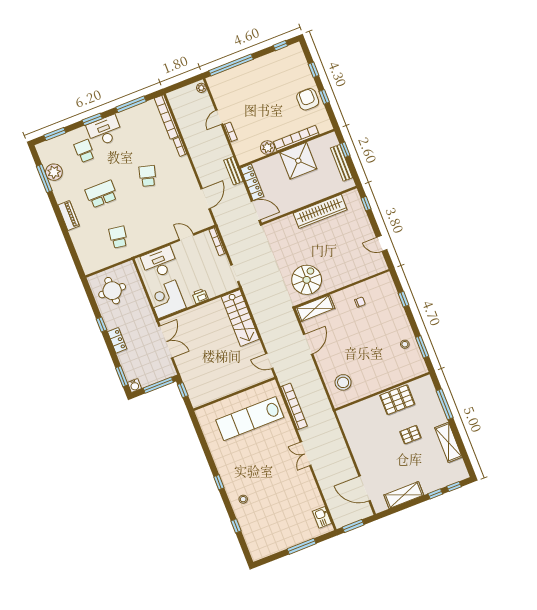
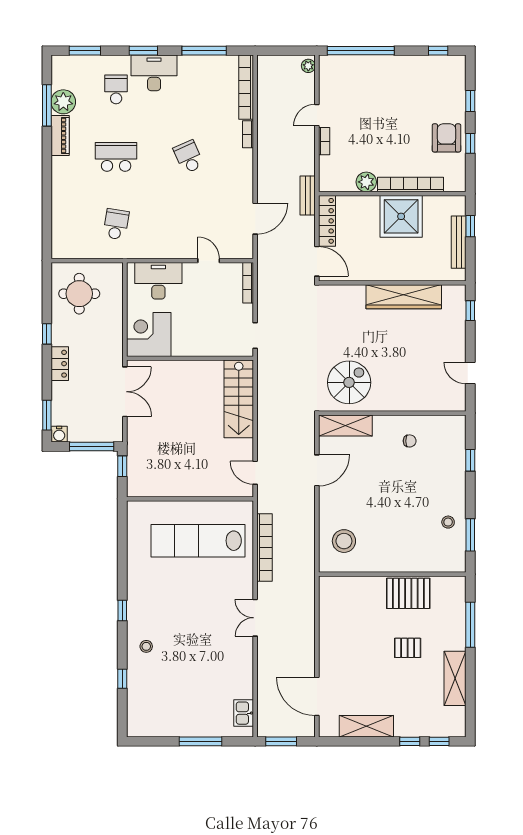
school desk: (148, 176) -> (189, 157), turned -39
piano: (69, 215) -> (60, 135), moved
printer: (200, 296) -> (196, 348), removed

